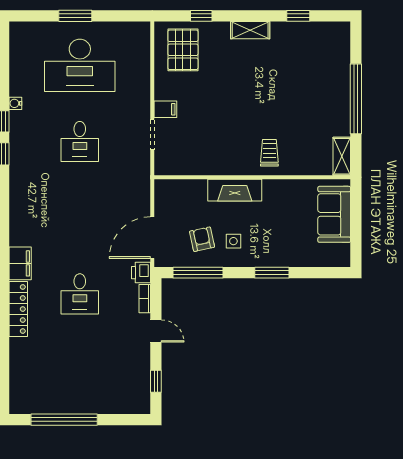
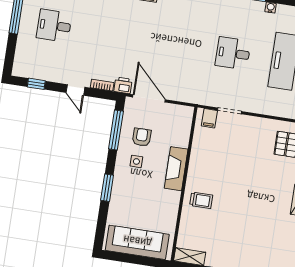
filing cabinet: (165, 109) -> (209, 118), moved
sofa: (334, 214) -> (137, 242), width x1.36
armchair: (202, 239) -> (142, 137), turned -78
desk: (80, 294) -> (54, 26), moved
door: (156, 331) -> (75, 90), hinge flipped

